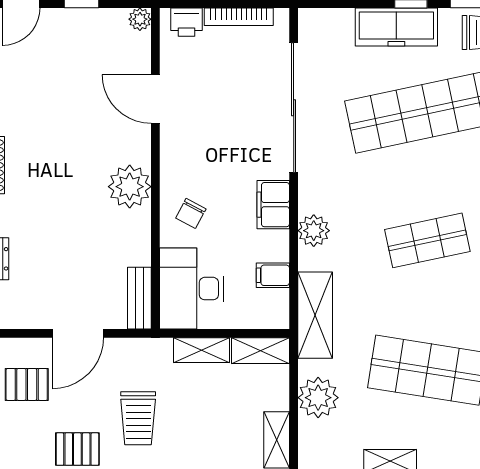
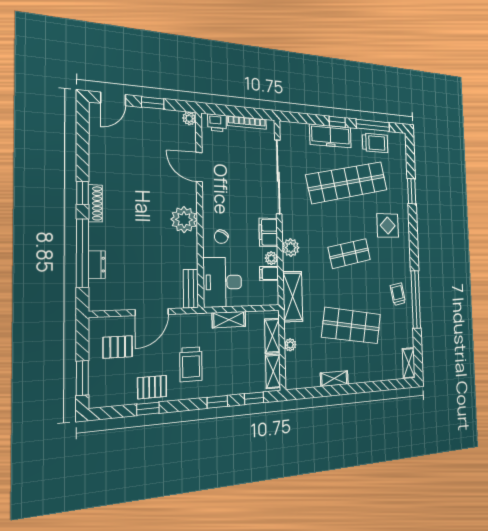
plant: (278, 249) -> (271, 258), added
shelving: (260, 351) -> (272, 336), moved, turned 90
plant: (318, 398) -> (290, 345), width x0.53, depth x0.53

